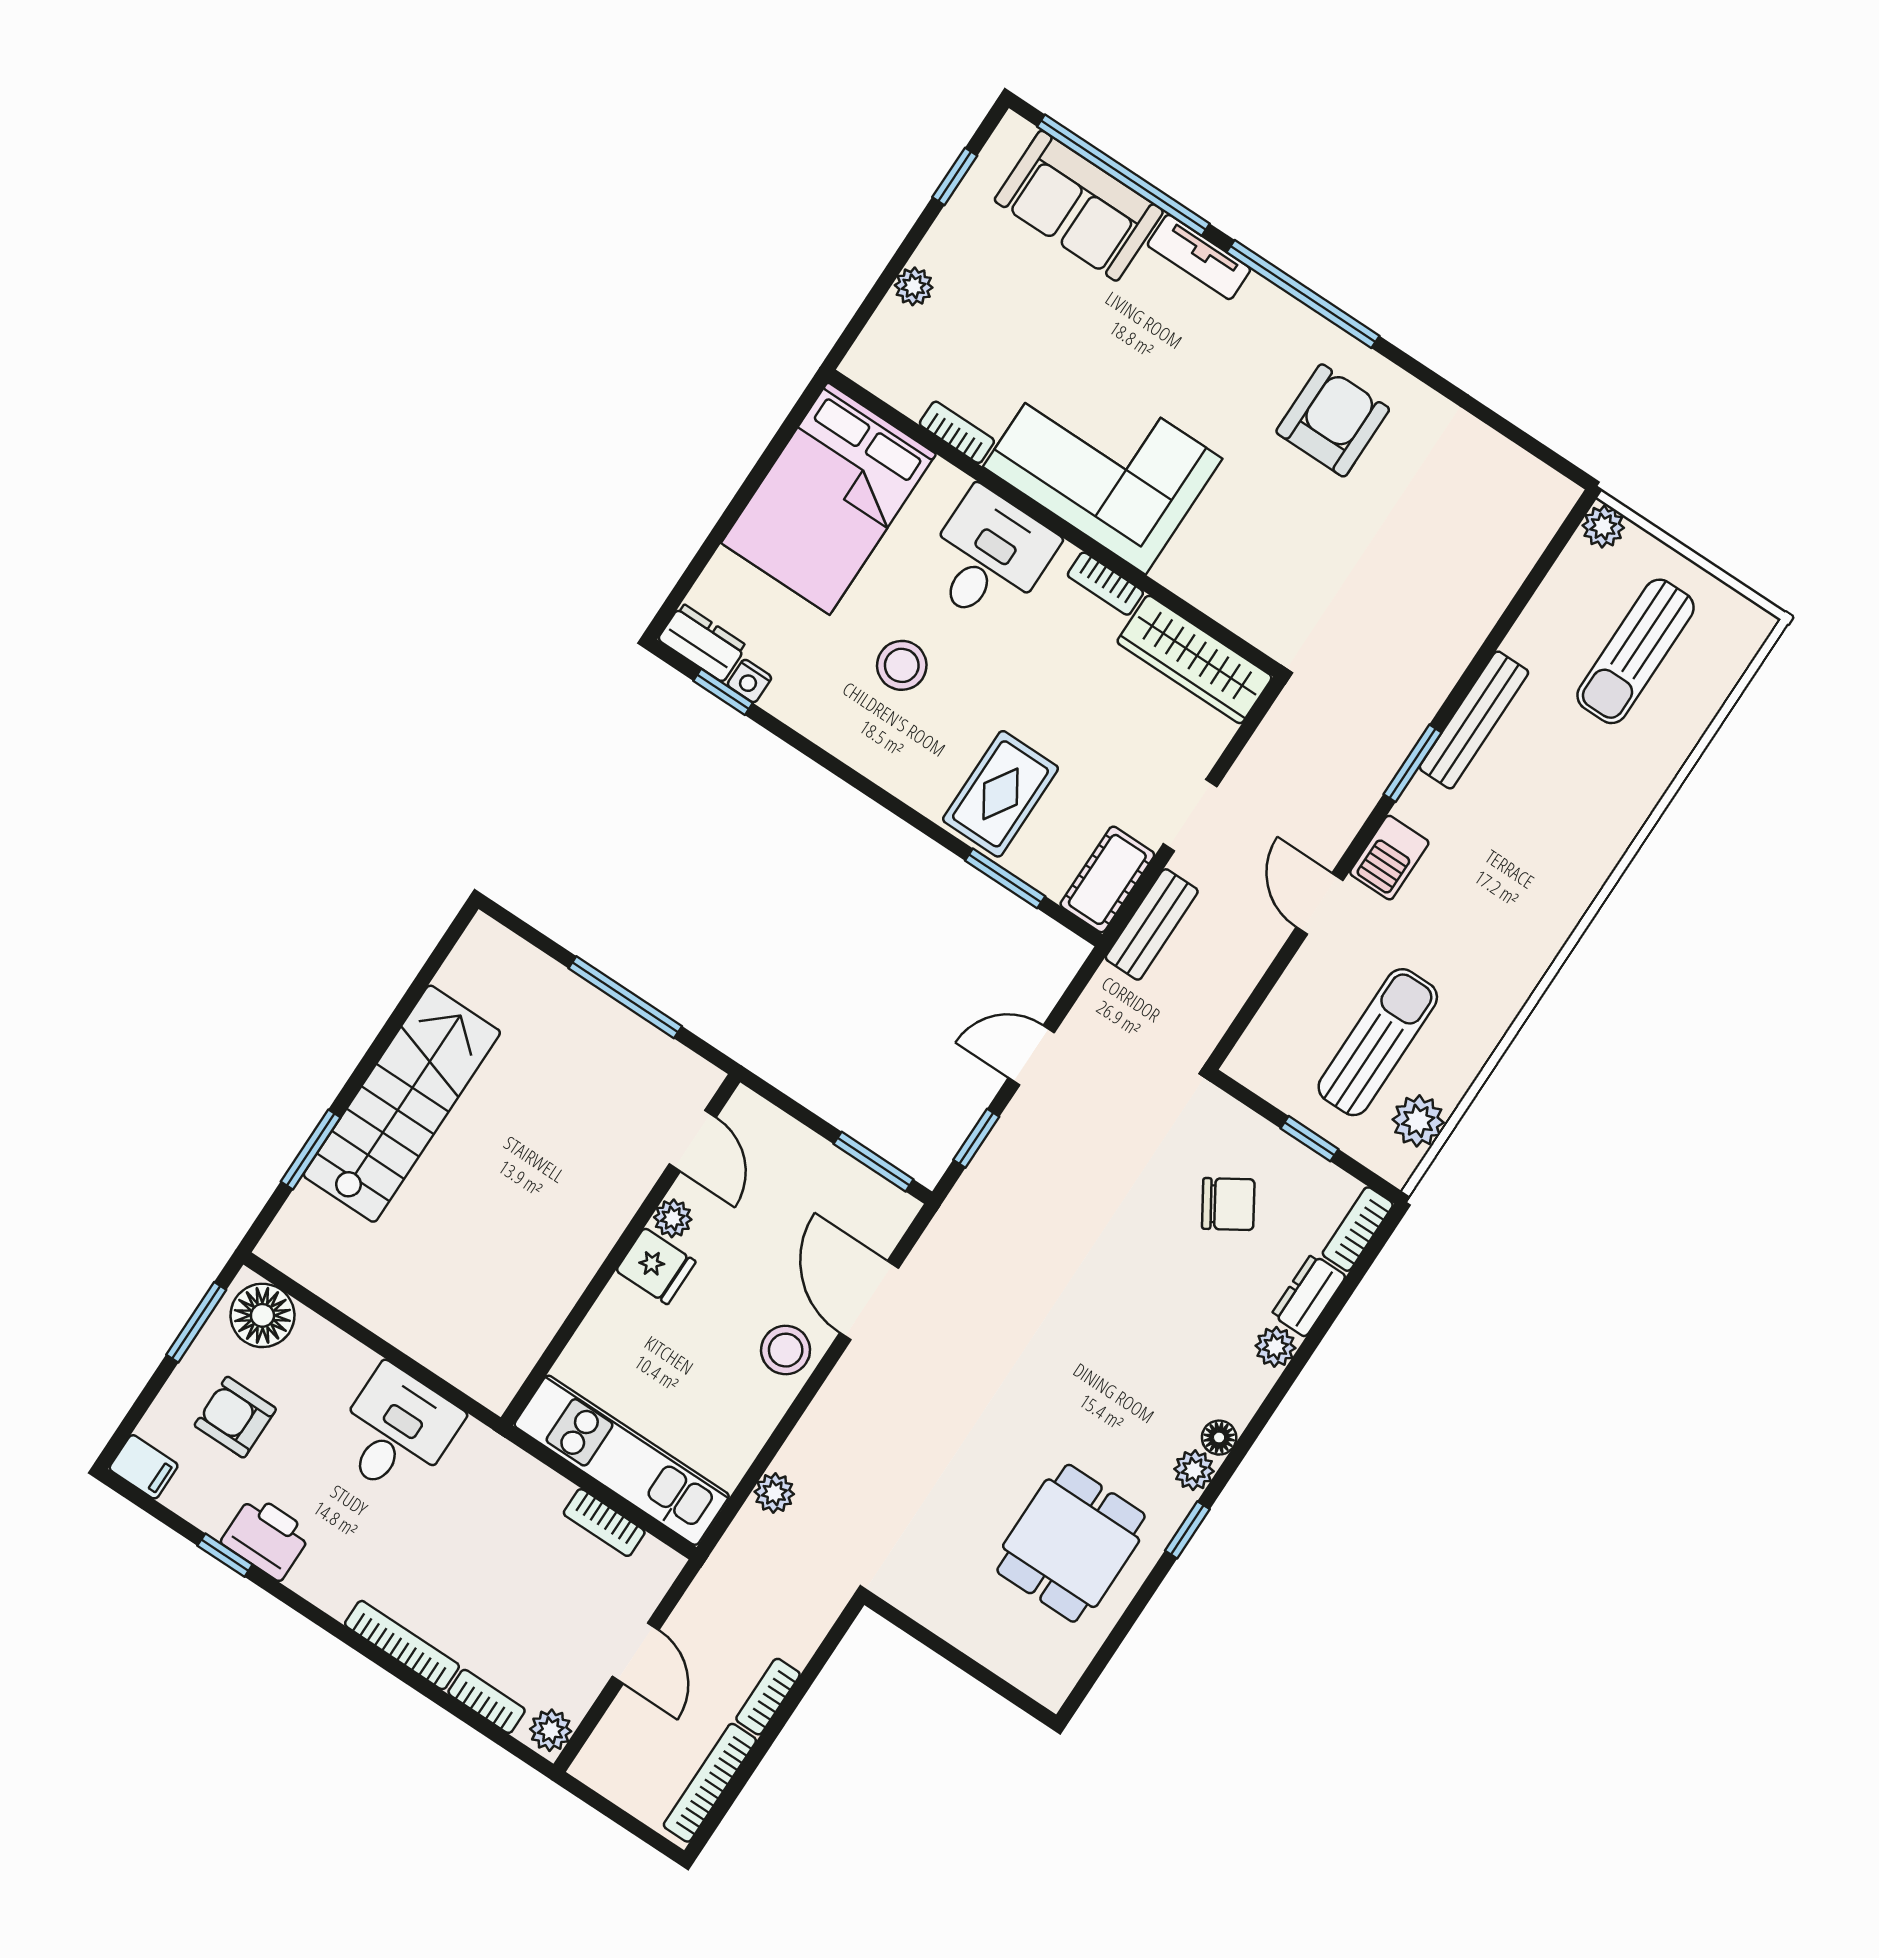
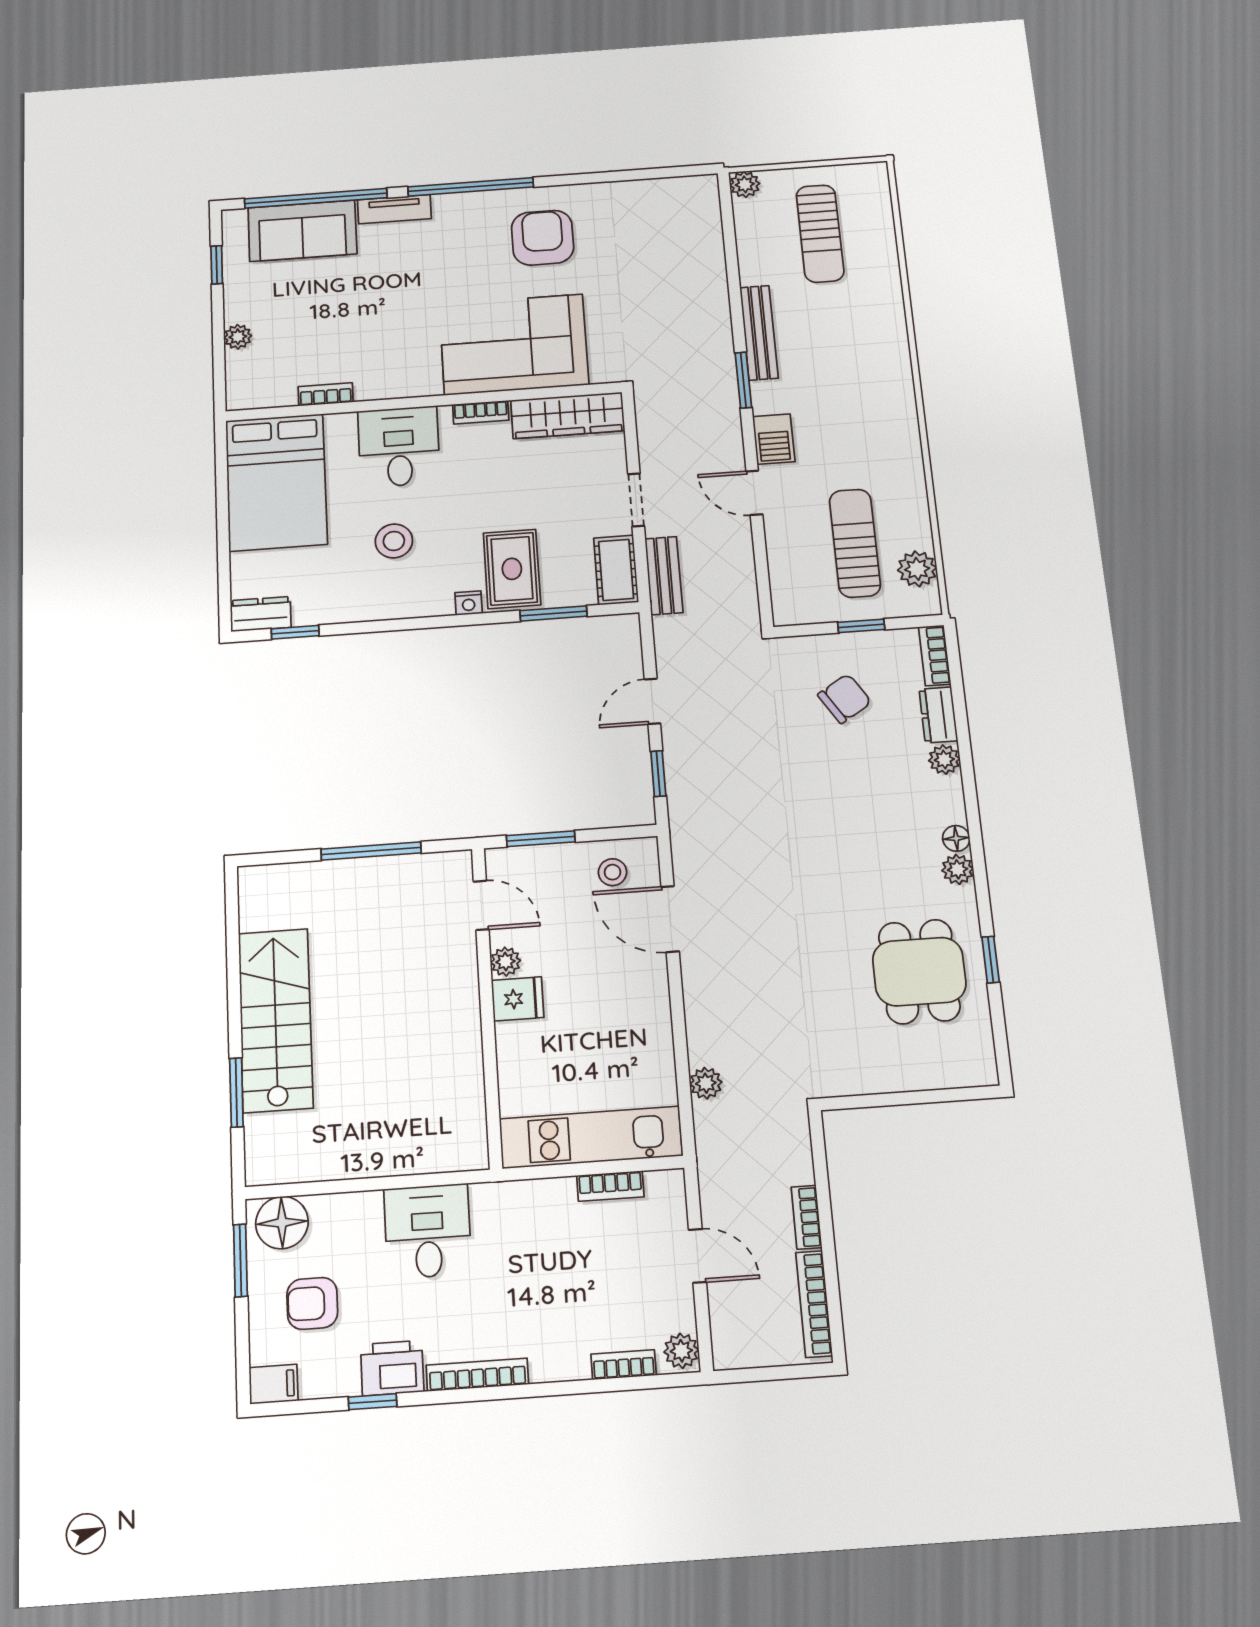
corner sofa: (1103, 463) -> (514, 344), moved
nightstand: (749, 681) -> (469, 603), moved
window: (874, 1162) -> (541, 839), moved
stool: (786, 1350) -> (613, 872), moved, width x0.73, depth x0.73
window: (1187, 1530) -> (991, 960), moved
bookcase: (402, 1645) -> (477, 1375), moved

